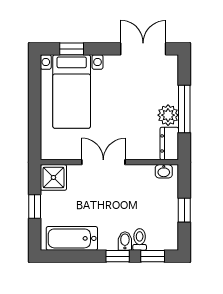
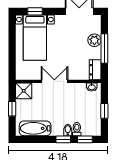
plant: (168, 115) -> (94, 40), moved

